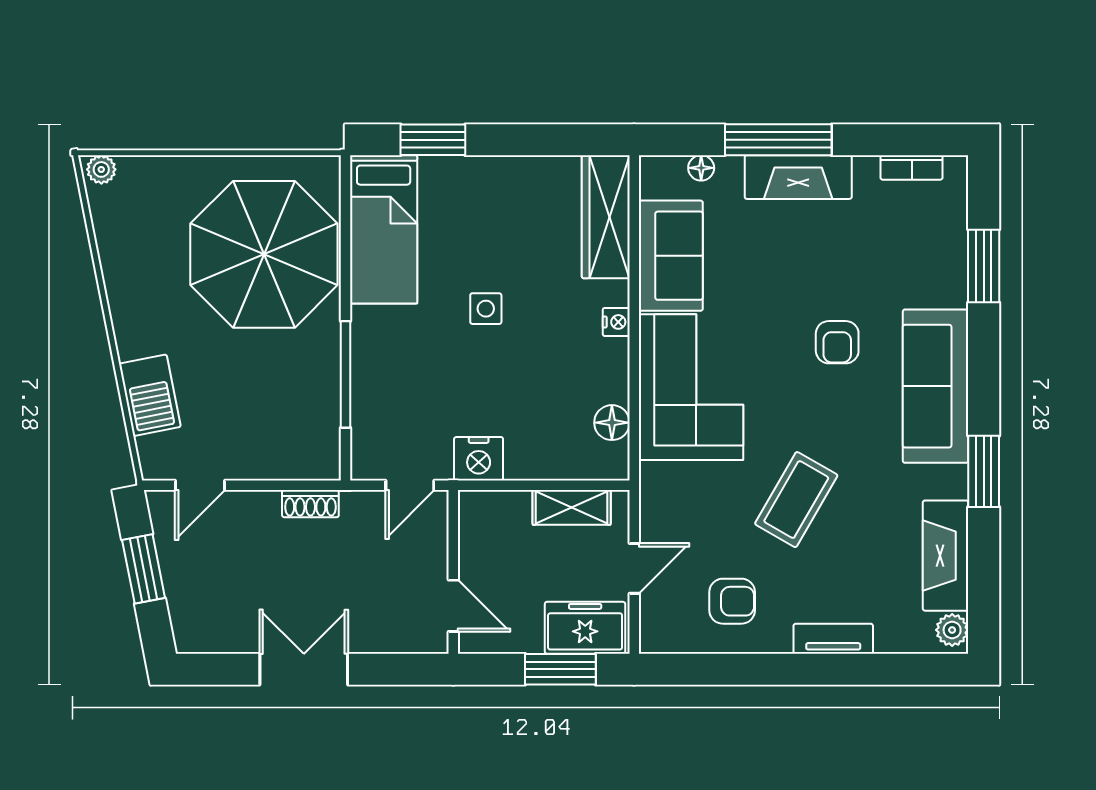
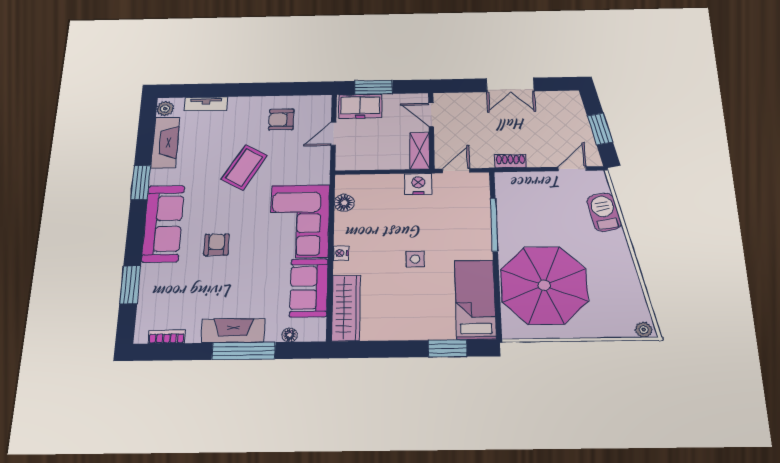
shelving: (572, 507) -> (420, 151), moved, turned 90
tv unit: (833, 639) -> (206, 104), moved

